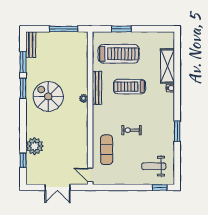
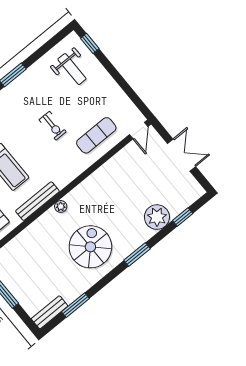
window: (23, 88) -> (137, 255), moved
spiral stairs: (48, 96) -> (90, 247), turned 180

